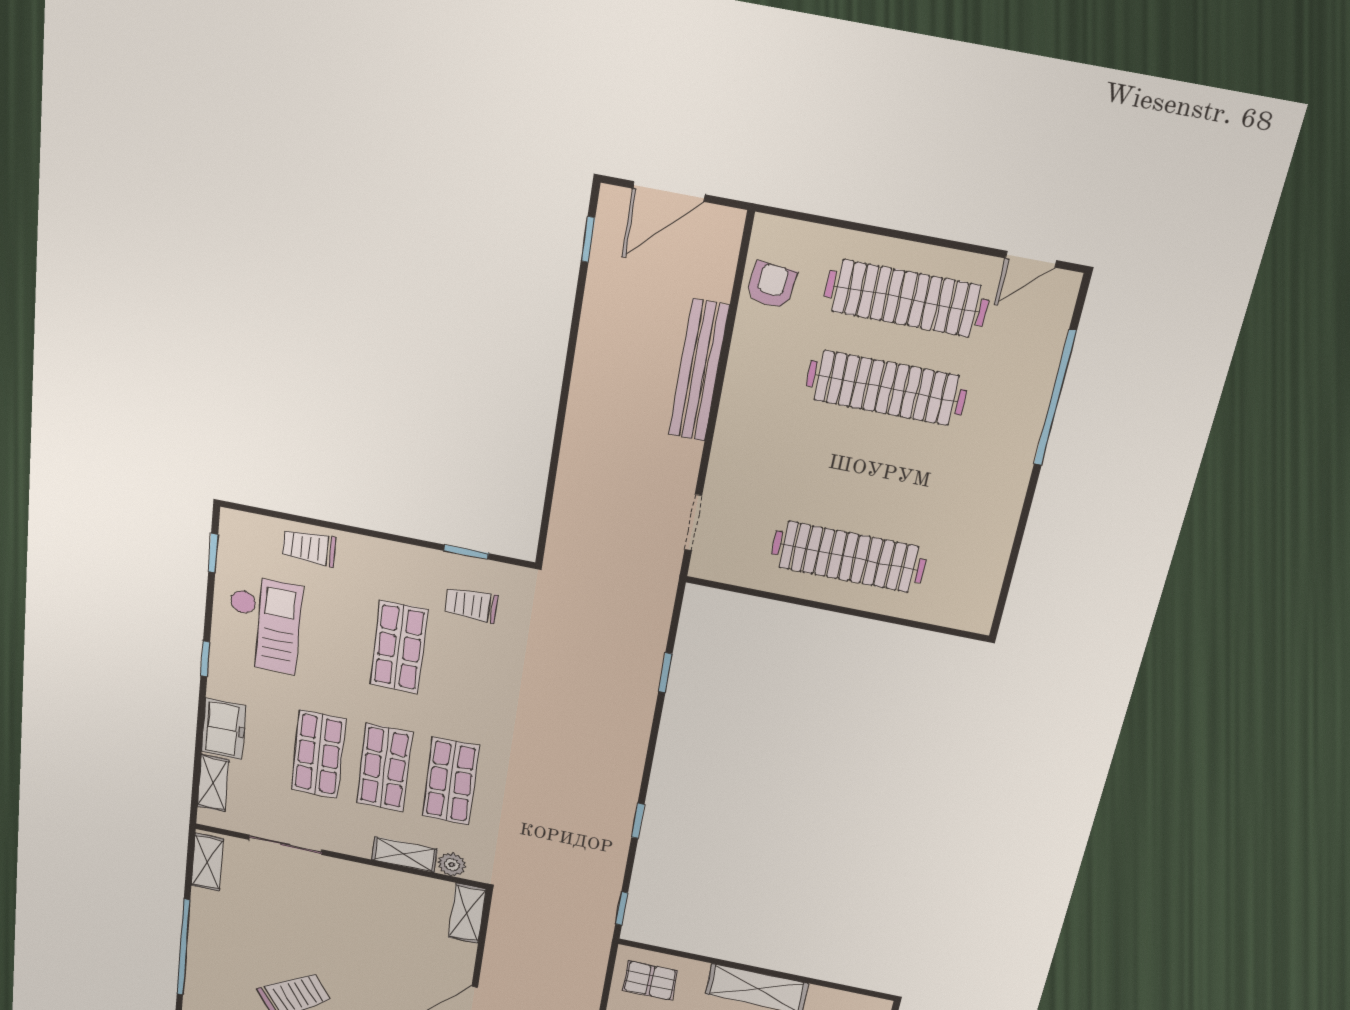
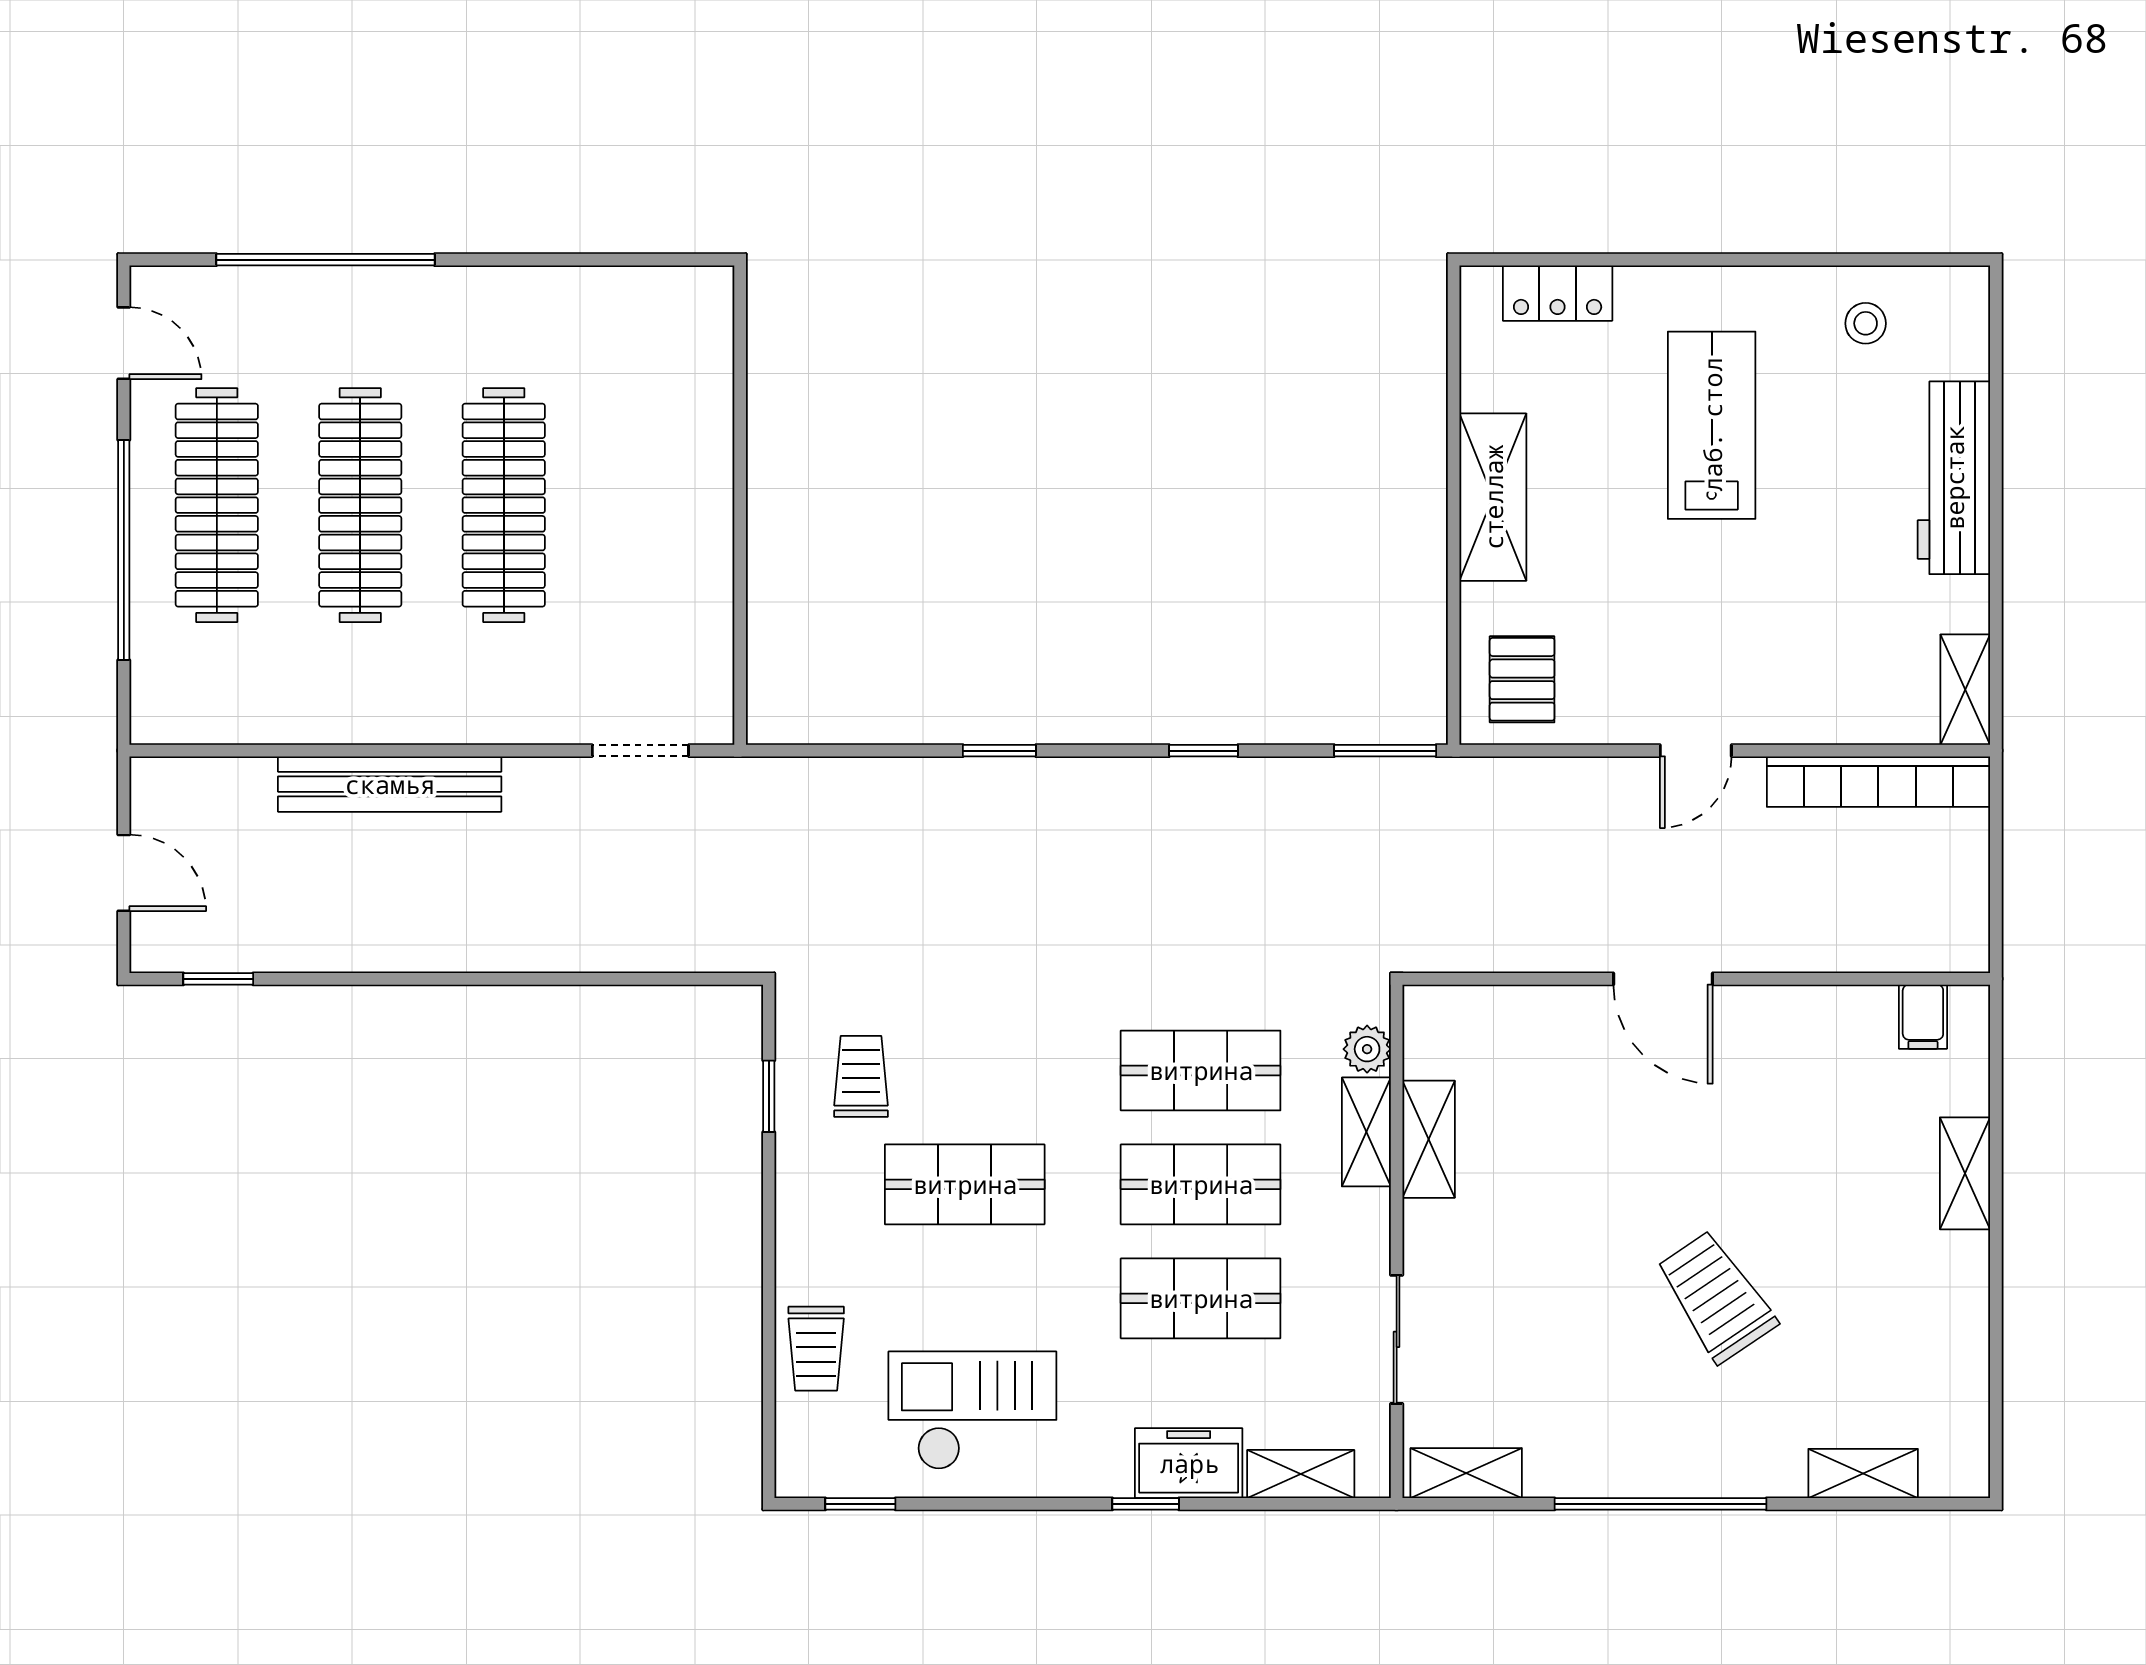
door: (669, 191) -> (124, 873), width x0.73
window: (889, 233) -> (124, 550), added
armchair: (771, 285) -> (235, 702), removed
clothes rail: (848, 557) -> (504, 505), moved
trolley: (471, 605) -> (861, 1076), turned 180
window: (205, 659) -> (1146, 1504), moved
window: (665, 673) -> (999, 751), moved
window: (622, 908) -> (1385, 751), width x1.50
shelving: (467, 913) -> (1429, 1139), moved, turned 90

